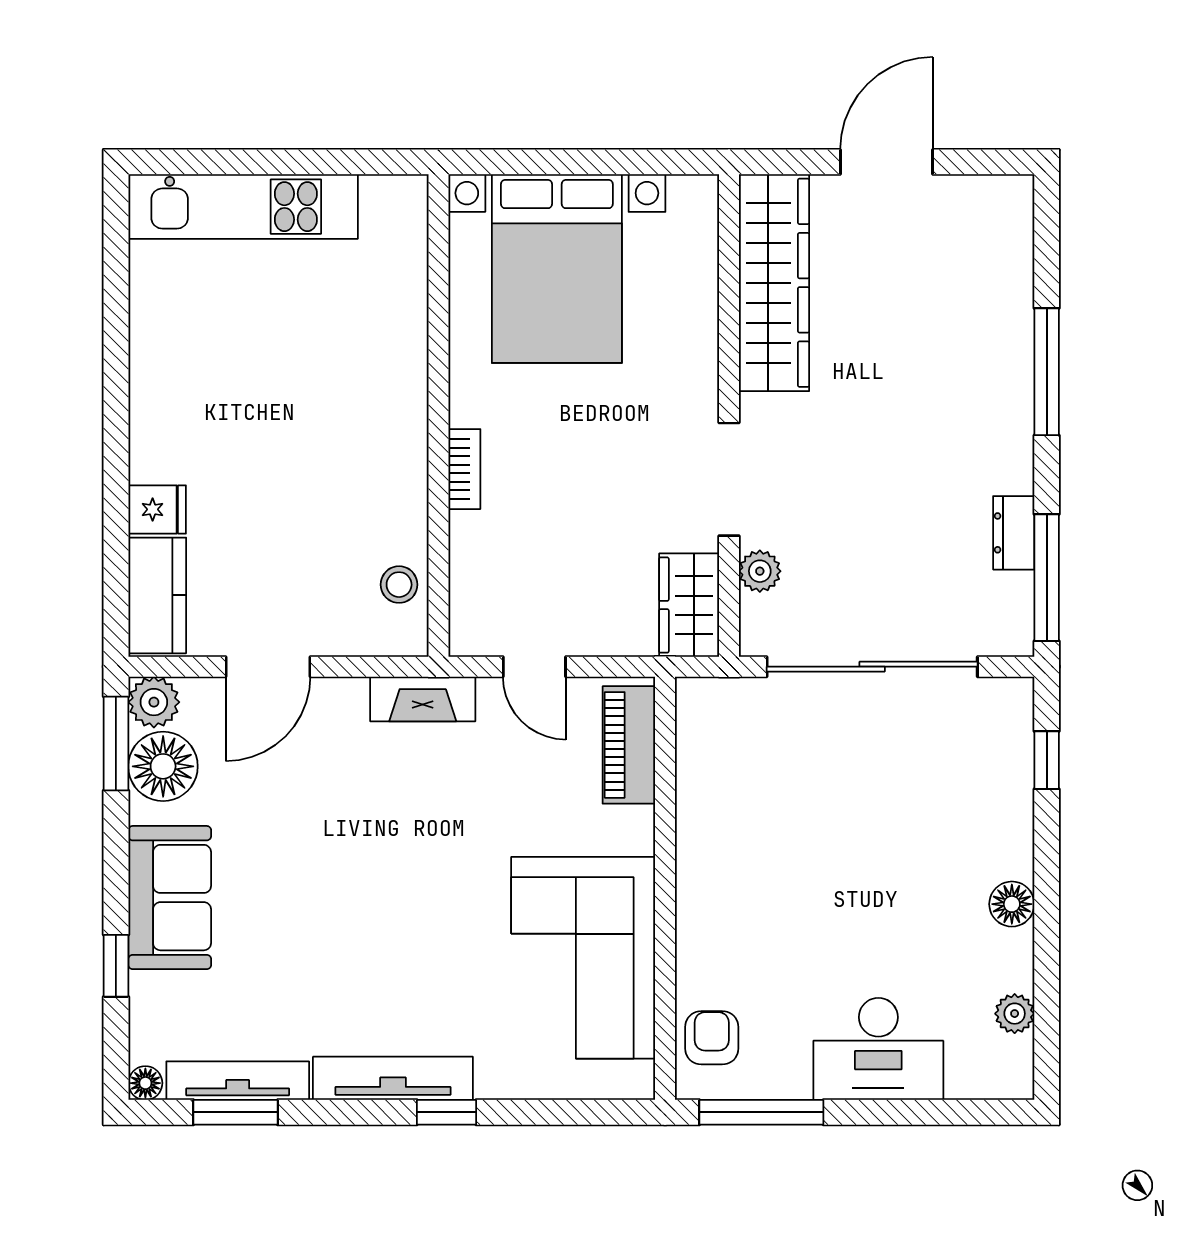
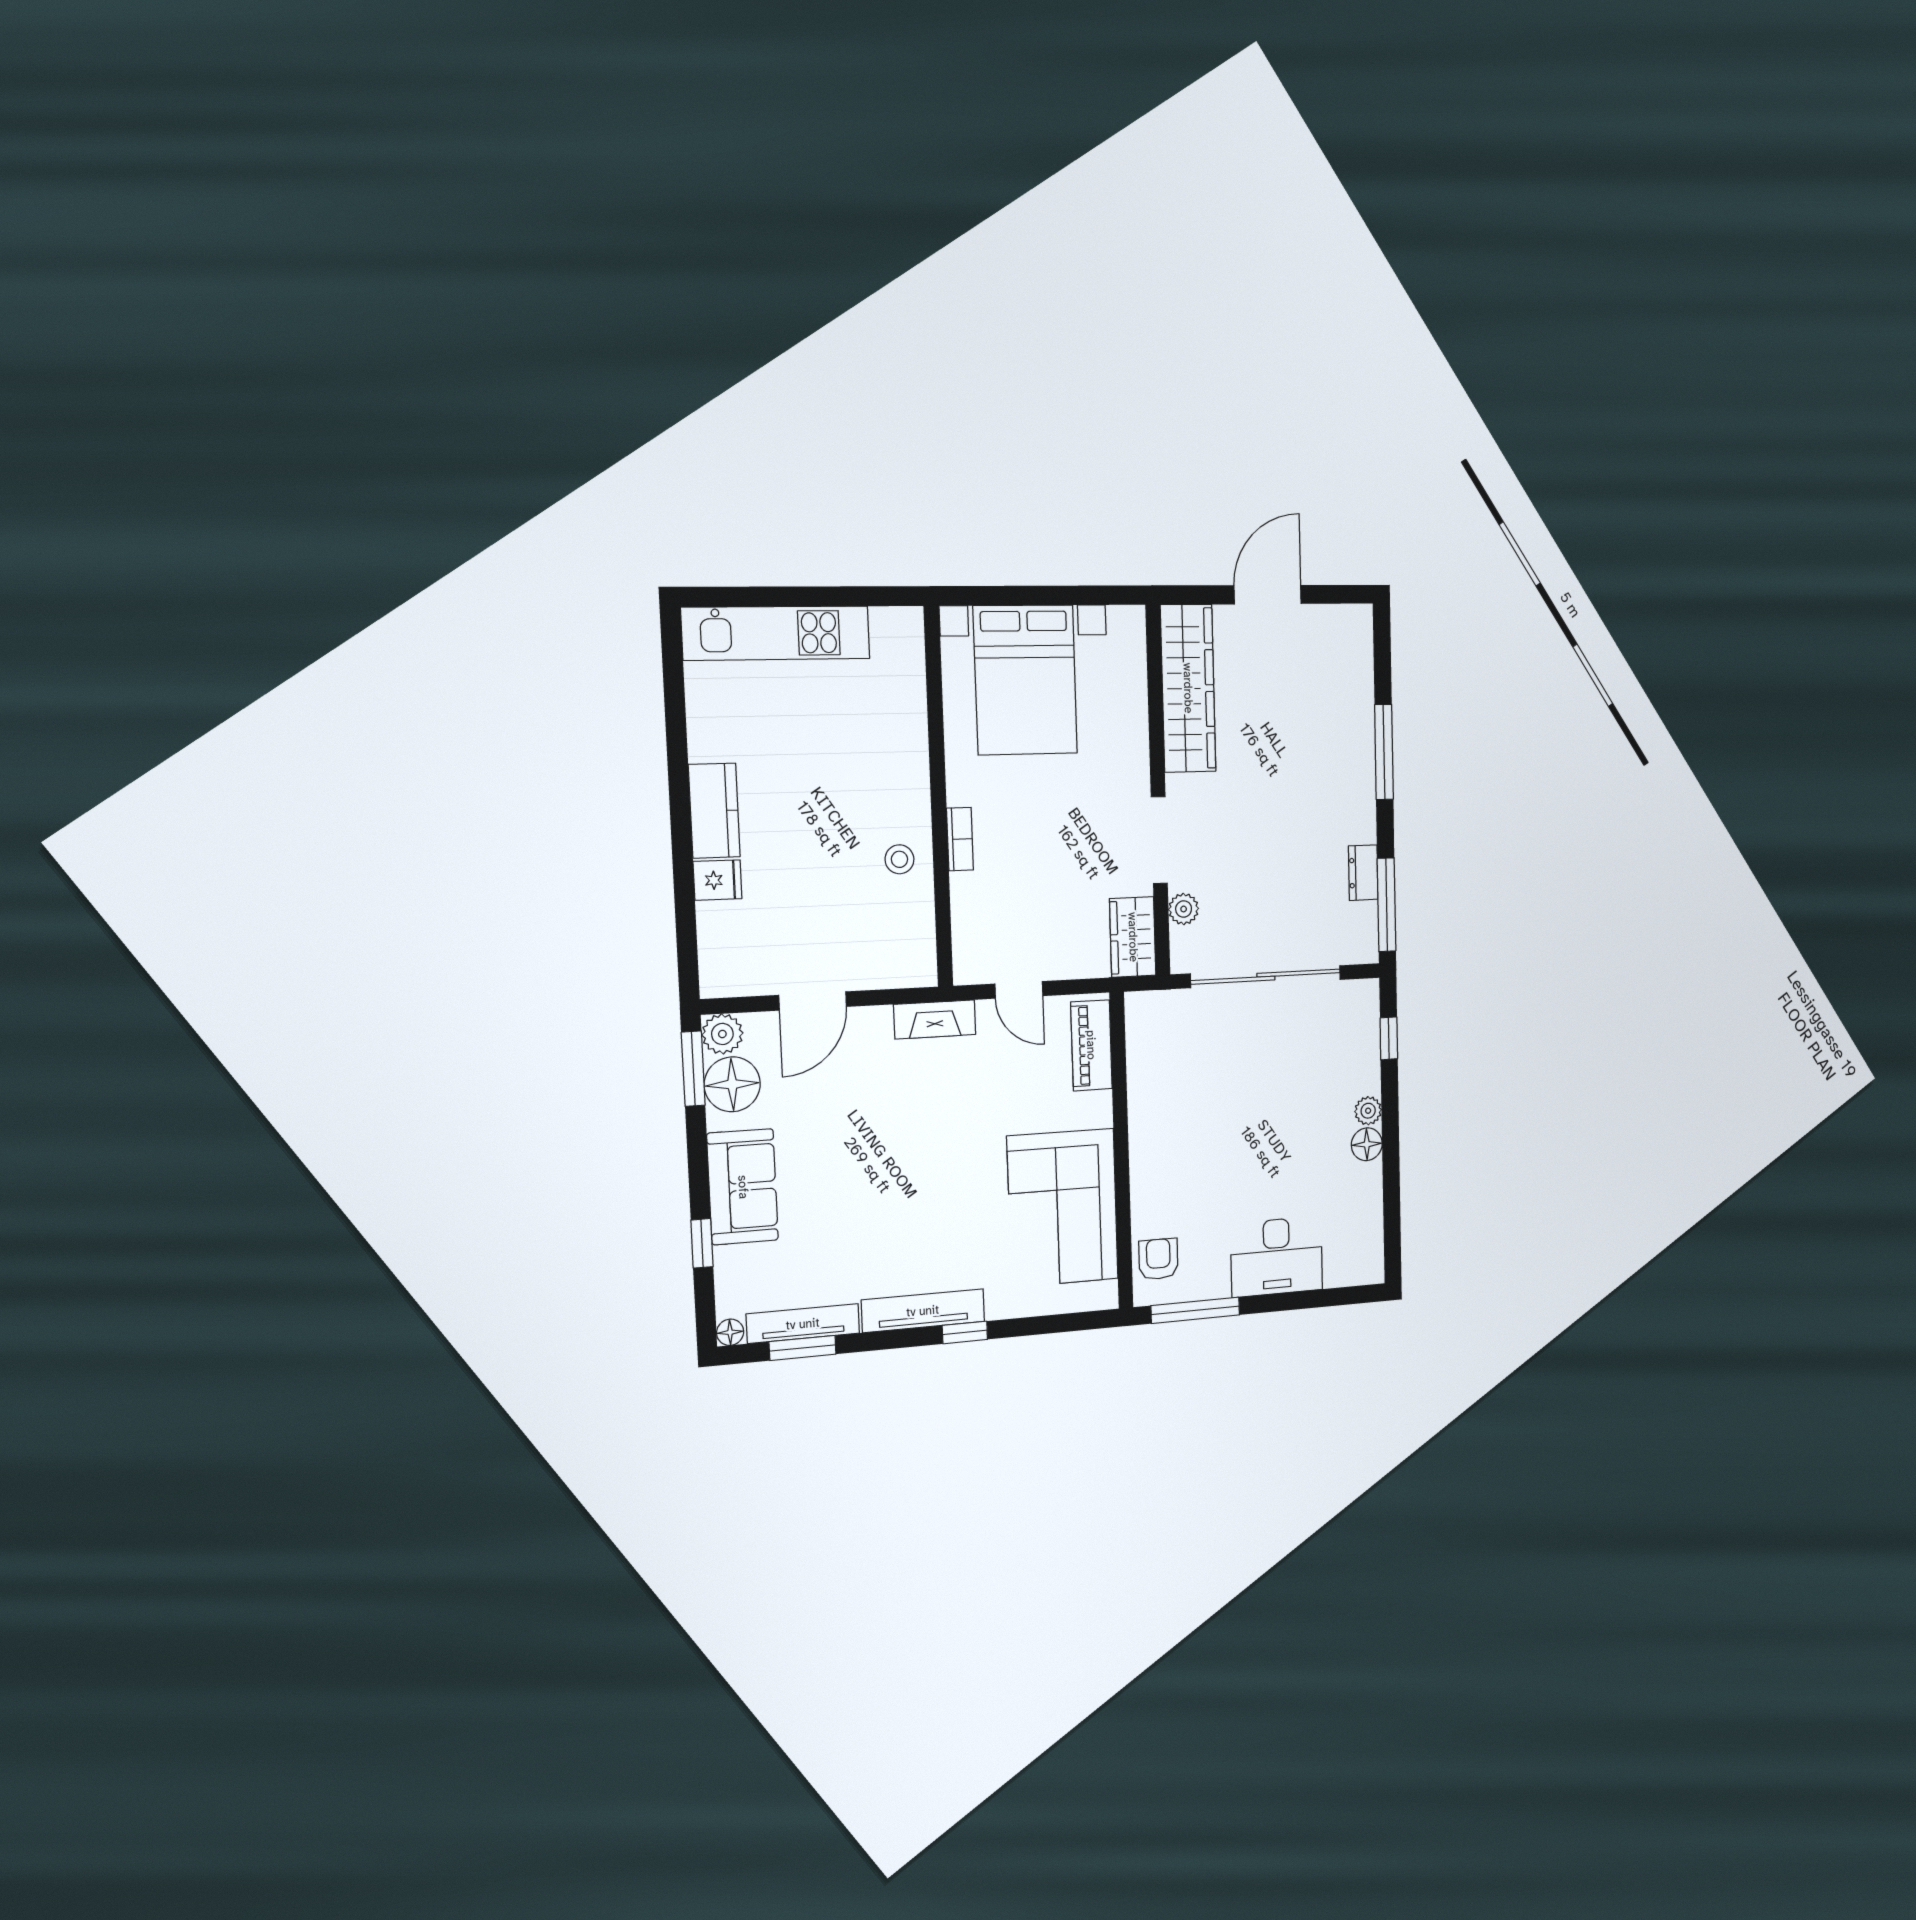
stool: (399, 585) -> (899, 859), moved
kitchen counter: (157, 595) -> (714, 811), moved
plant: (1015, 1014) -> (1368, 1111), moved

